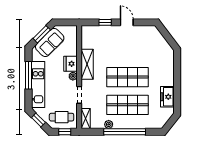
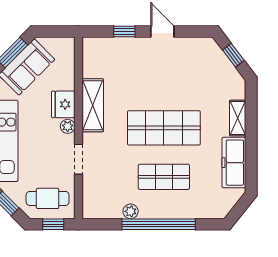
window: (167, 36) -> (233, 55), added
freezer: (167, 97) -> (234, 163), width x1.40
shop shelf: (128, 105) -> (164, 177), width x0.70, depth x0.74
shelving: (86, 119) -> (238, 118), moved

